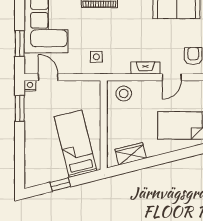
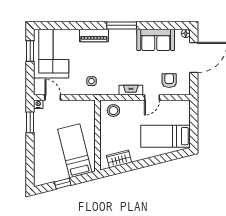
window: (20, 43) -> (30, 51), moved

